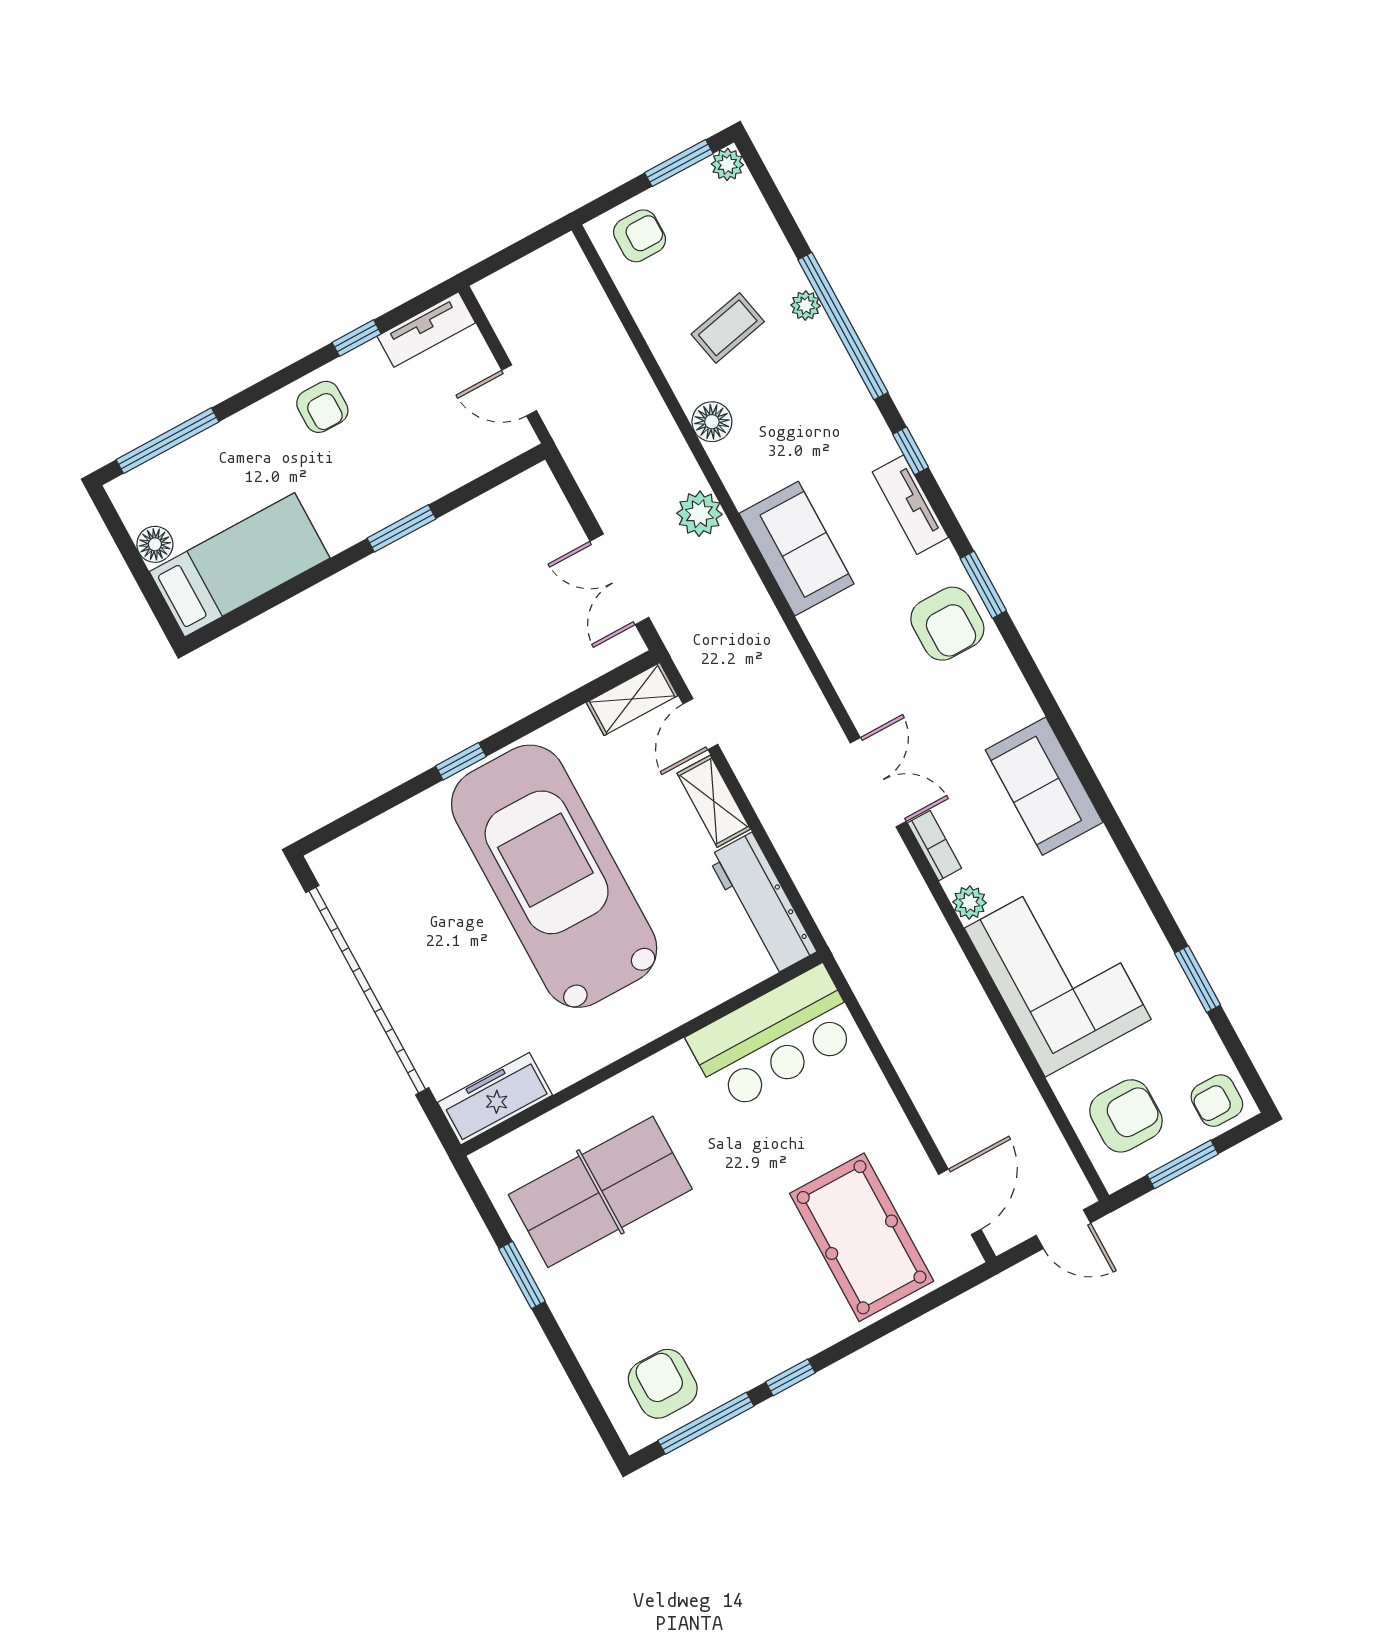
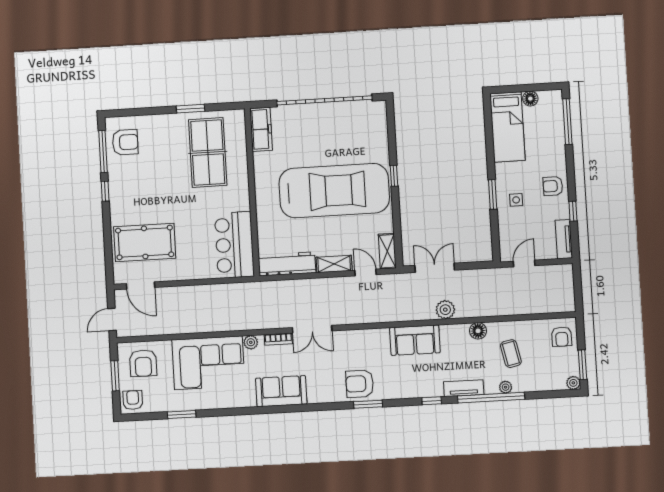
side table: (390, 472) -> (516, 200), added
tv unit: (910, 505) -> (464, 388), moved

